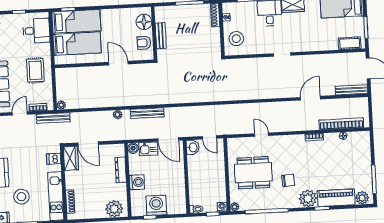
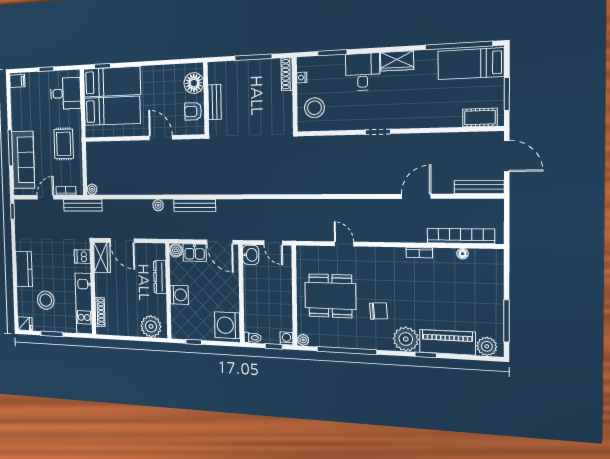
washing machine: (156, 205) -> (227, 325), moved, turned -90

